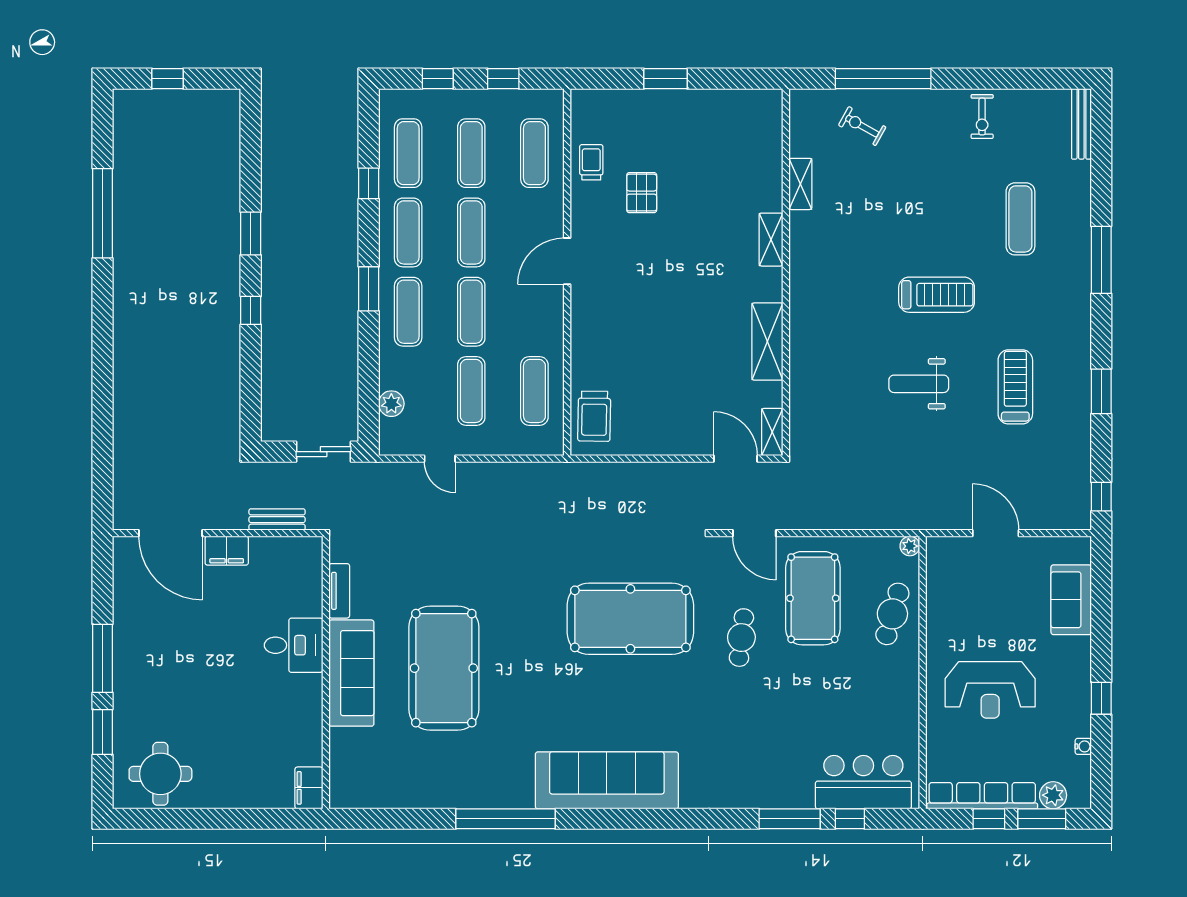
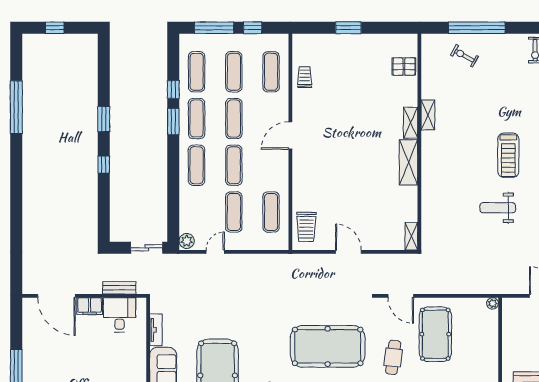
window: (438, 79) -> (214, 28), width x2.17
shelving: (800, 184) -> (428, 115), moved
pallet: (642, 193) -> (404, 67), moved, turned 90
window: (369, 289) -> (173, 122), moved
treadmill: (937, 295) -> (508, 155), turned 90
shelving: (767, 341) -> (408, 162), moved
plant: (391, 404) -> (187, 241), moved
door: (440, 459) -> (215, 252), swing flipped
door: (735, 459) -> (348, 252), moved
cafe table: (892, 614) -> (482, 343), removed
desk: (294, 645) -> (120, 315), moved, turned -90

